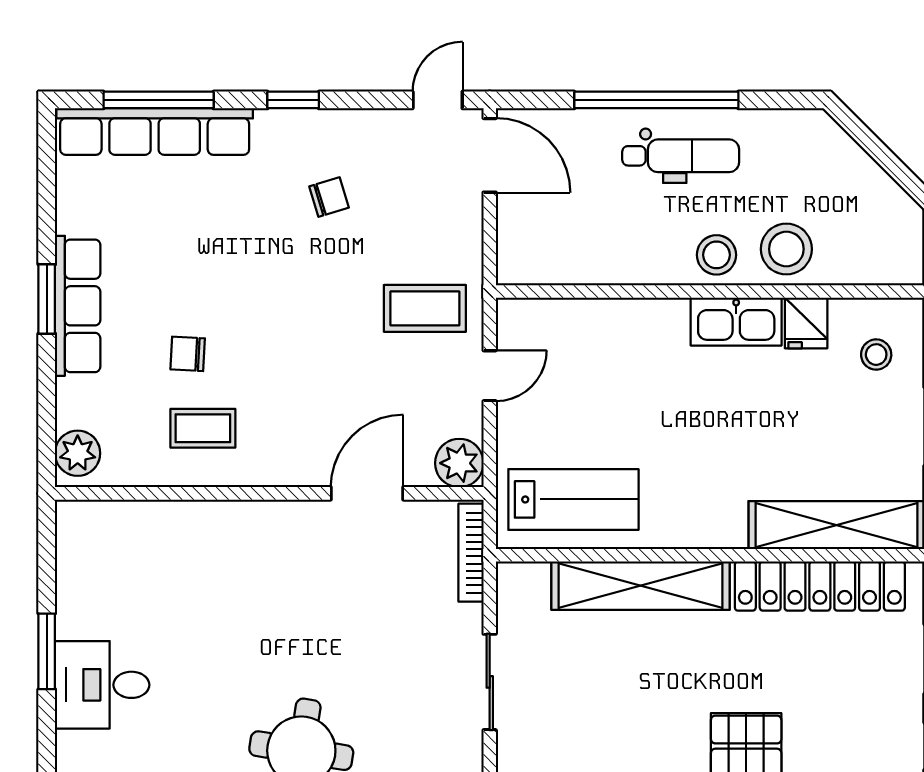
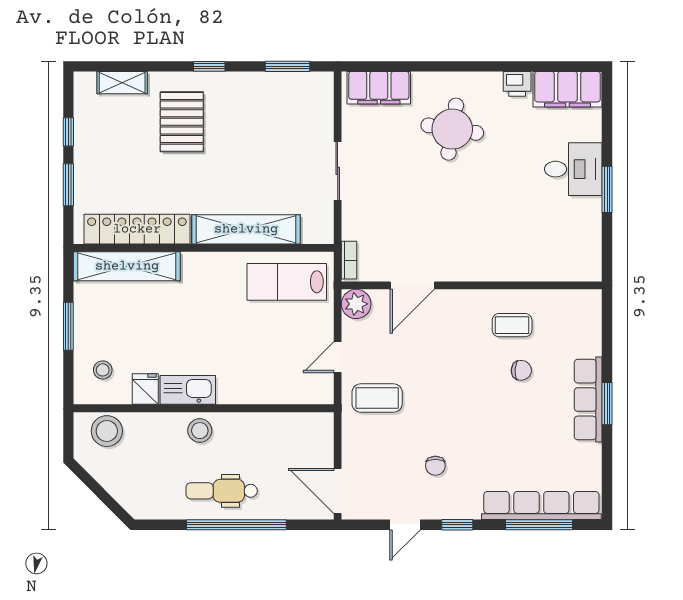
door: (438, 100) -> (405, 525), moved
chair: (329, 197) -> (435, 466), turned -73
stool: (786, 249) -> (107, 431), moved
plant: (78, 453) -> (588, 310), removed
bookcase: (471, 553) -> (349, 260), width x0.64

